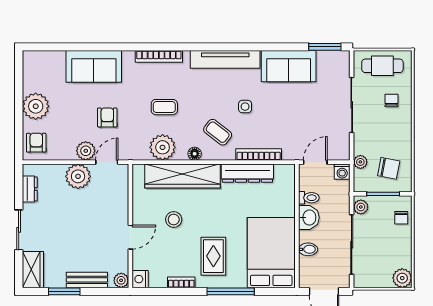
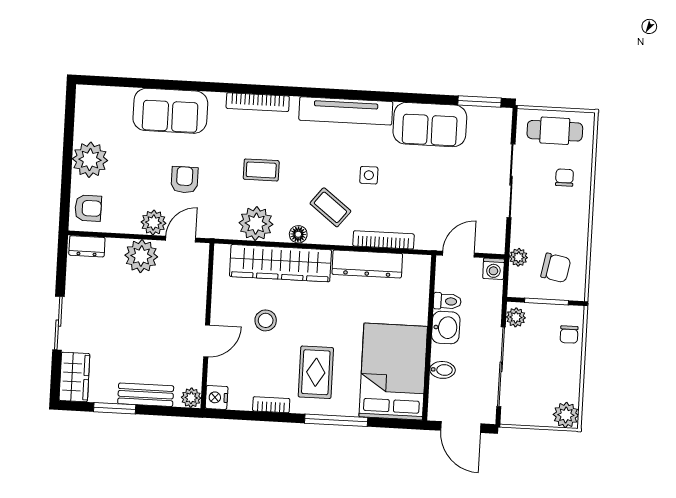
armchair: (36, 143) -> (88, 208), turned 90
dresser: (30, 189) -> (87, 246), moved, turned 90

